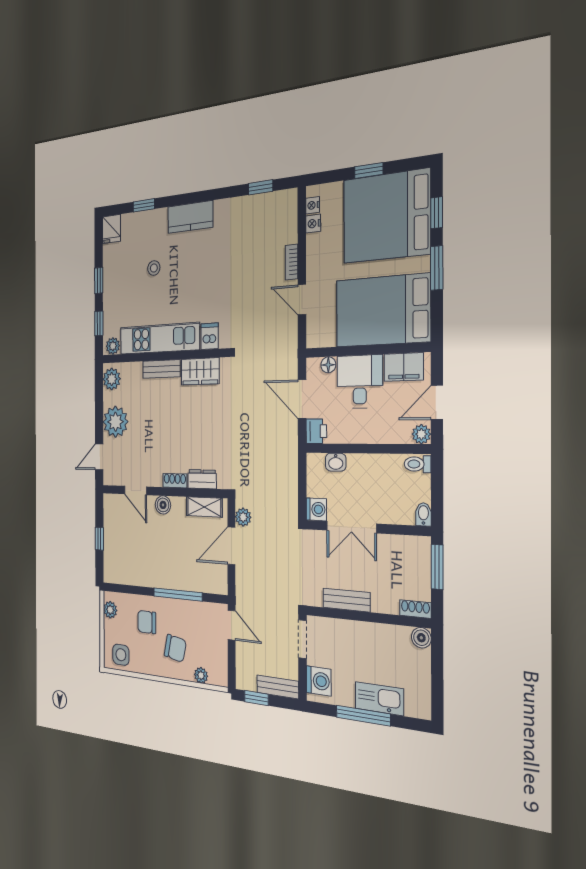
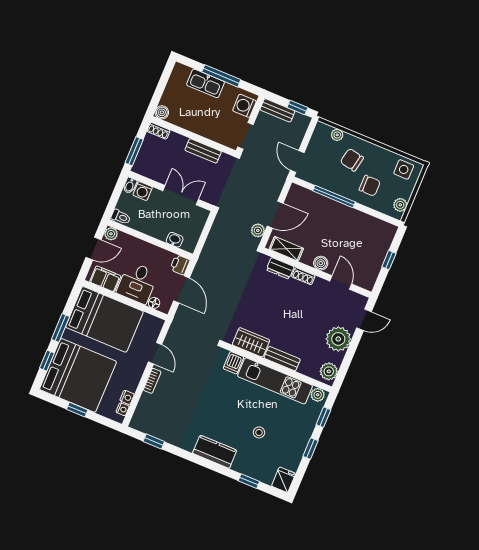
washing machine: (316, 509) -> (143, 191), moved, turned -90

